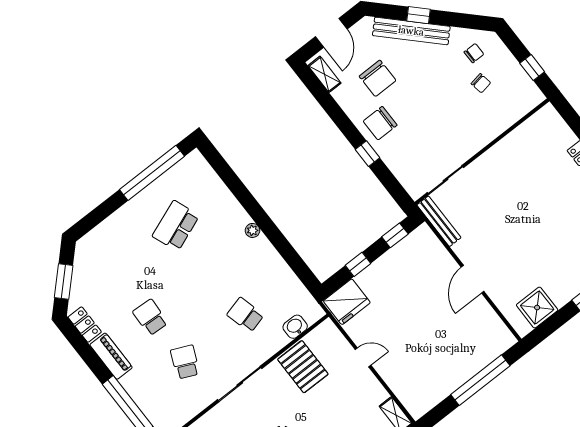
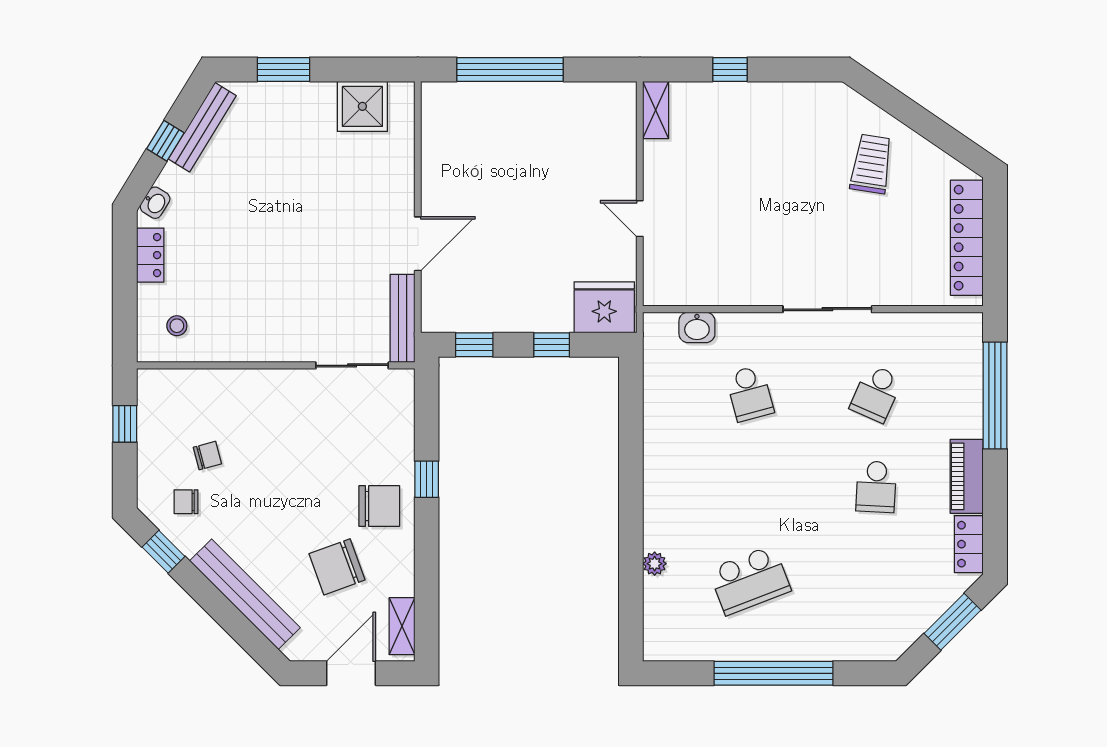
window: (418, 15) -> (164, 552), moved
chair: (378, 78) -> (337, 567), turned -110
chair: (481, 83) -> (207, 456), turned 85
stool: (544, 134) -> (177, 326), added
window: (152, 173) -> (773, 673), moved
plant: (253, 230) -> (655, 564), moved
door: (473, 279) -> (418, 244), moved
pallet: (303, 367) -> (728, 267), removed

